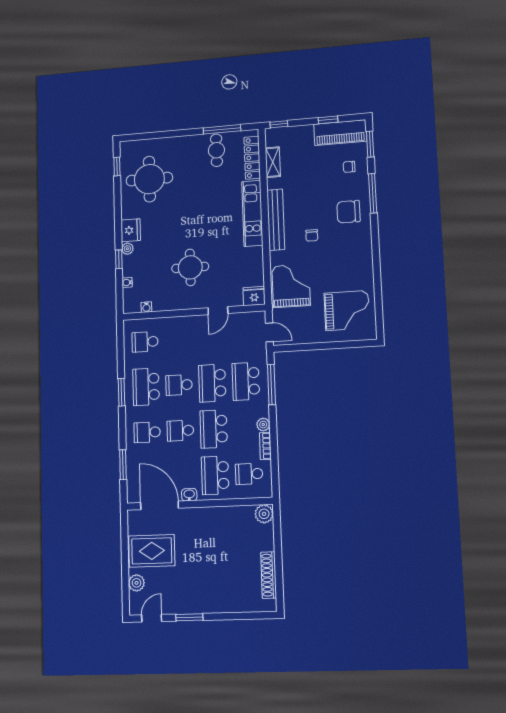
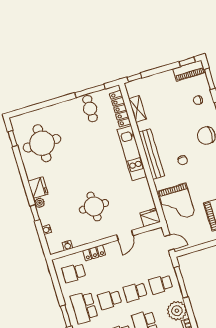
window: (328, 120) -> (187, 62), moved
piano: (340, 133) -> (189, 71), width x0.73, depth x0.75
grand piano: (291, 286) -> (177, 203), turned 180
locker: (176, 323) -> (94, 253), added
school desk: (246, 381) -> (161, 284), width x0.54
school desk: (212, 383) -> (135, 292), width x0.54
plant: (263, 425) -> (177, 311), width x1.88, depth x1.88

